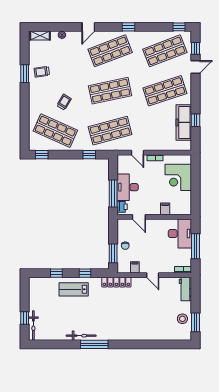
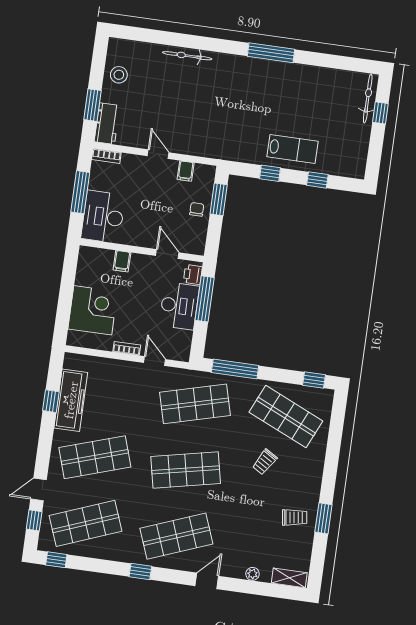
window: (89, 155) -> (235, 369), width x2.17
locker: (116, 282) -> (220, 151), removed
window: (195, 322) -> (92, 105), moved
bicycle: (81, 336) -> (187, 56), moved

